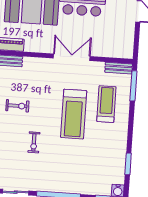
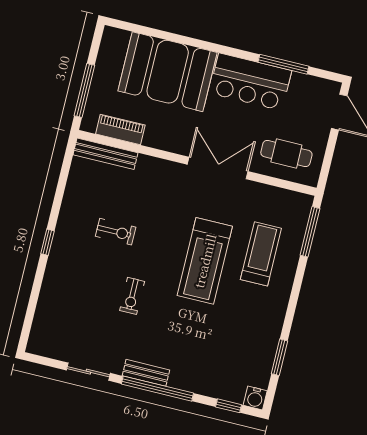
cafe table: (111, 42) -> (286, 154), added
bench: (119, 68) -> (146, 373), moved

